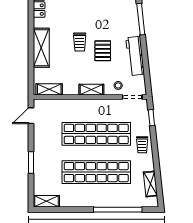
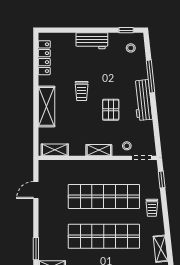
trolley: (80, 42) -> (82, 91), moved
workbench: (135, 56) -> (143, 100), moved
door: (31, 116) -> (36, 190), moved
window: (31, 162) -> (36, 249), moved

